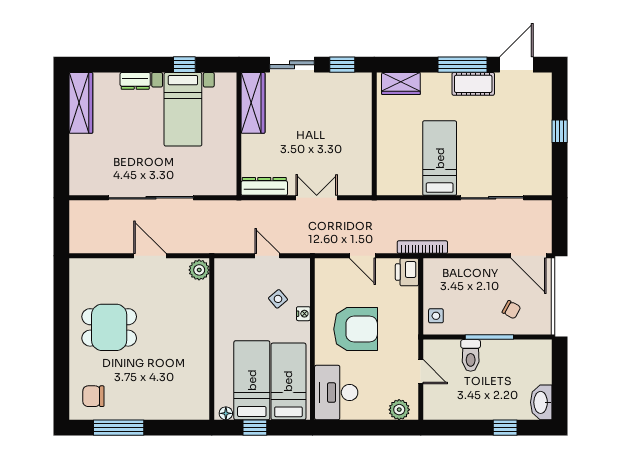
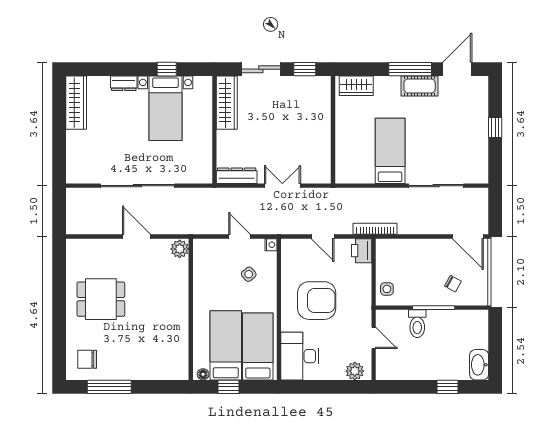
nightstand: (303, 314) -> (271, 245), moved

